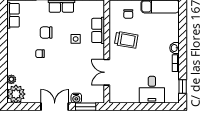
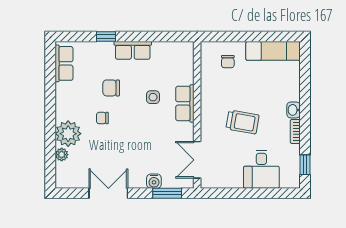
row of seats: (98, 30) -> (185, 103), moved
trolley: (126, 40) -> (243, 122), moved
double door: (107, 72) -> (197, 160), moved
plant: (16, 94) -> (68, 134), moved
double door: (55, 107) -> (108, 193), moved

